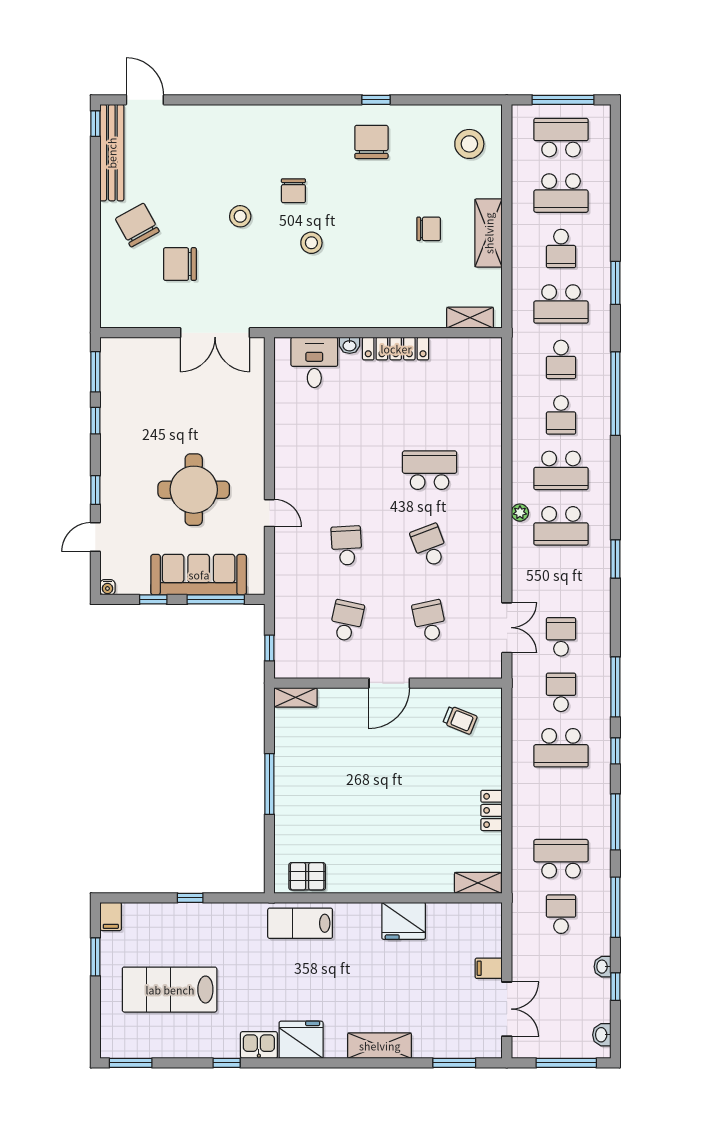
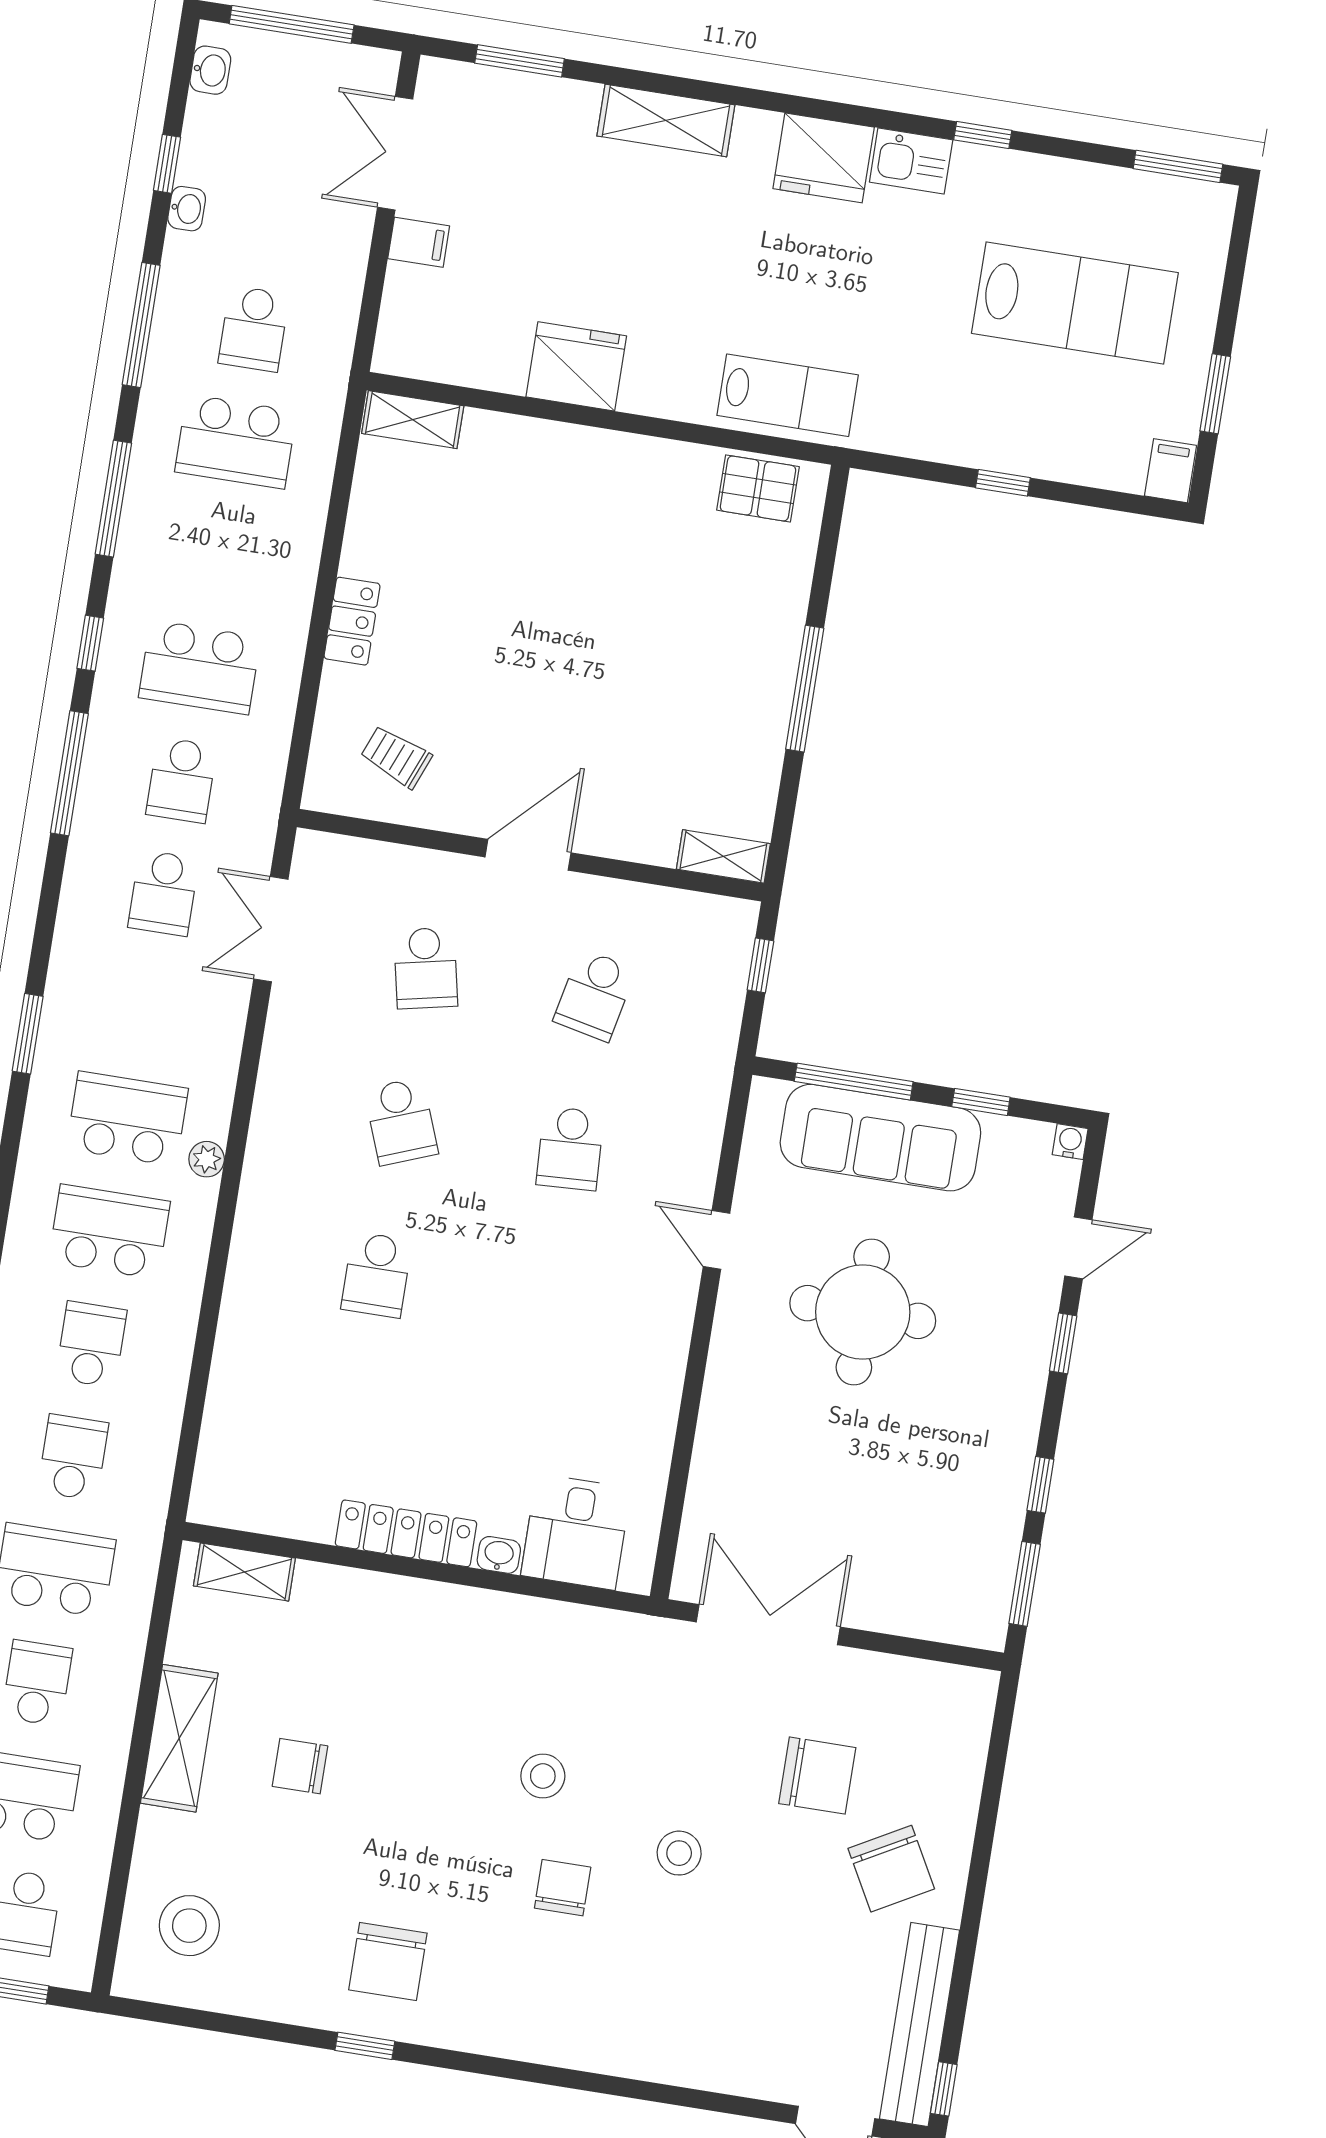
school desk: (430, 470) -> (377, 1275), width x0.54
school desk: (561, 748) -> (200, 667), turned 180
locker: (492, 810) -> (352, 621), moved

